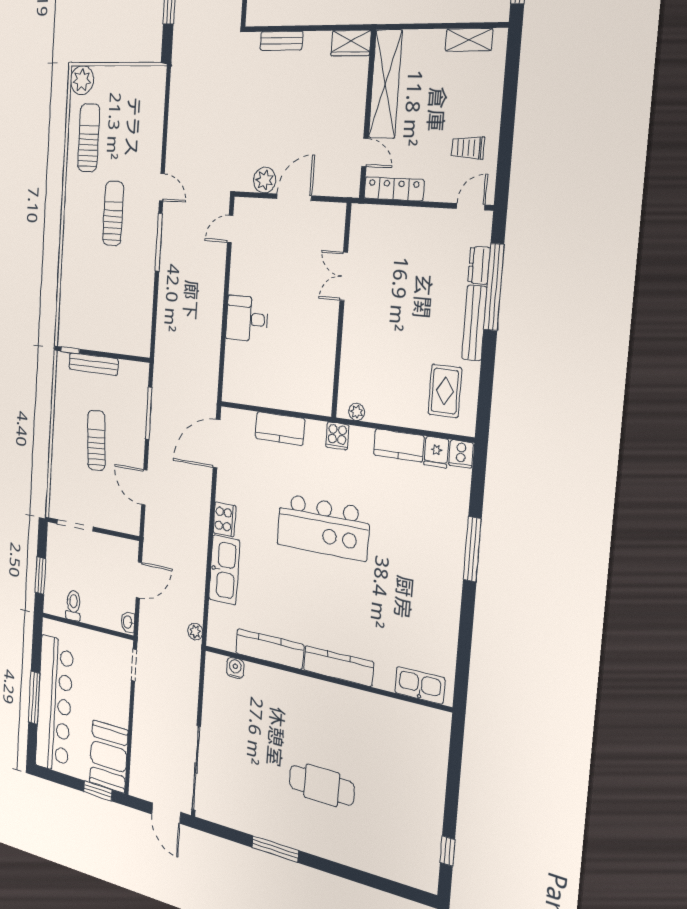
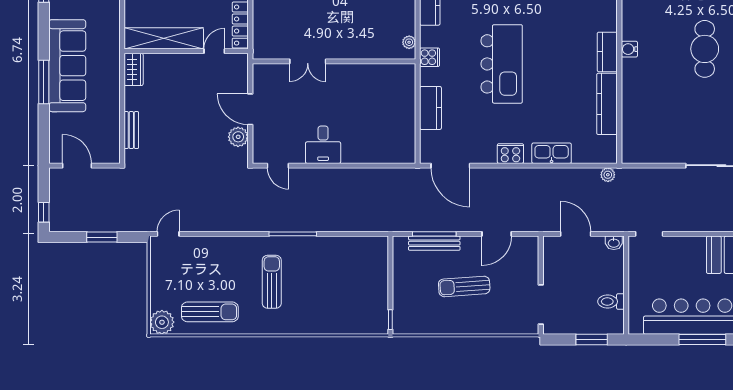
sun lounger: (89, 138) -> (210, 312), turned 180
door: (162, 187) -> (168, 234), moved
sun lounger: (113, 214) -> (272, 282), turned 90
desk: (247, 319) -> (323, 145), moved
bench: (93, 364) -> (434, 243), moved, turned 90
kitchen sink: (224, 570) -> (552, 153), width x0.73, depth x0.81
kitchen counter: (338, 666) -> (607, 52), width x0.67
water cooler: (235, 668) -> (629, 49), moved

